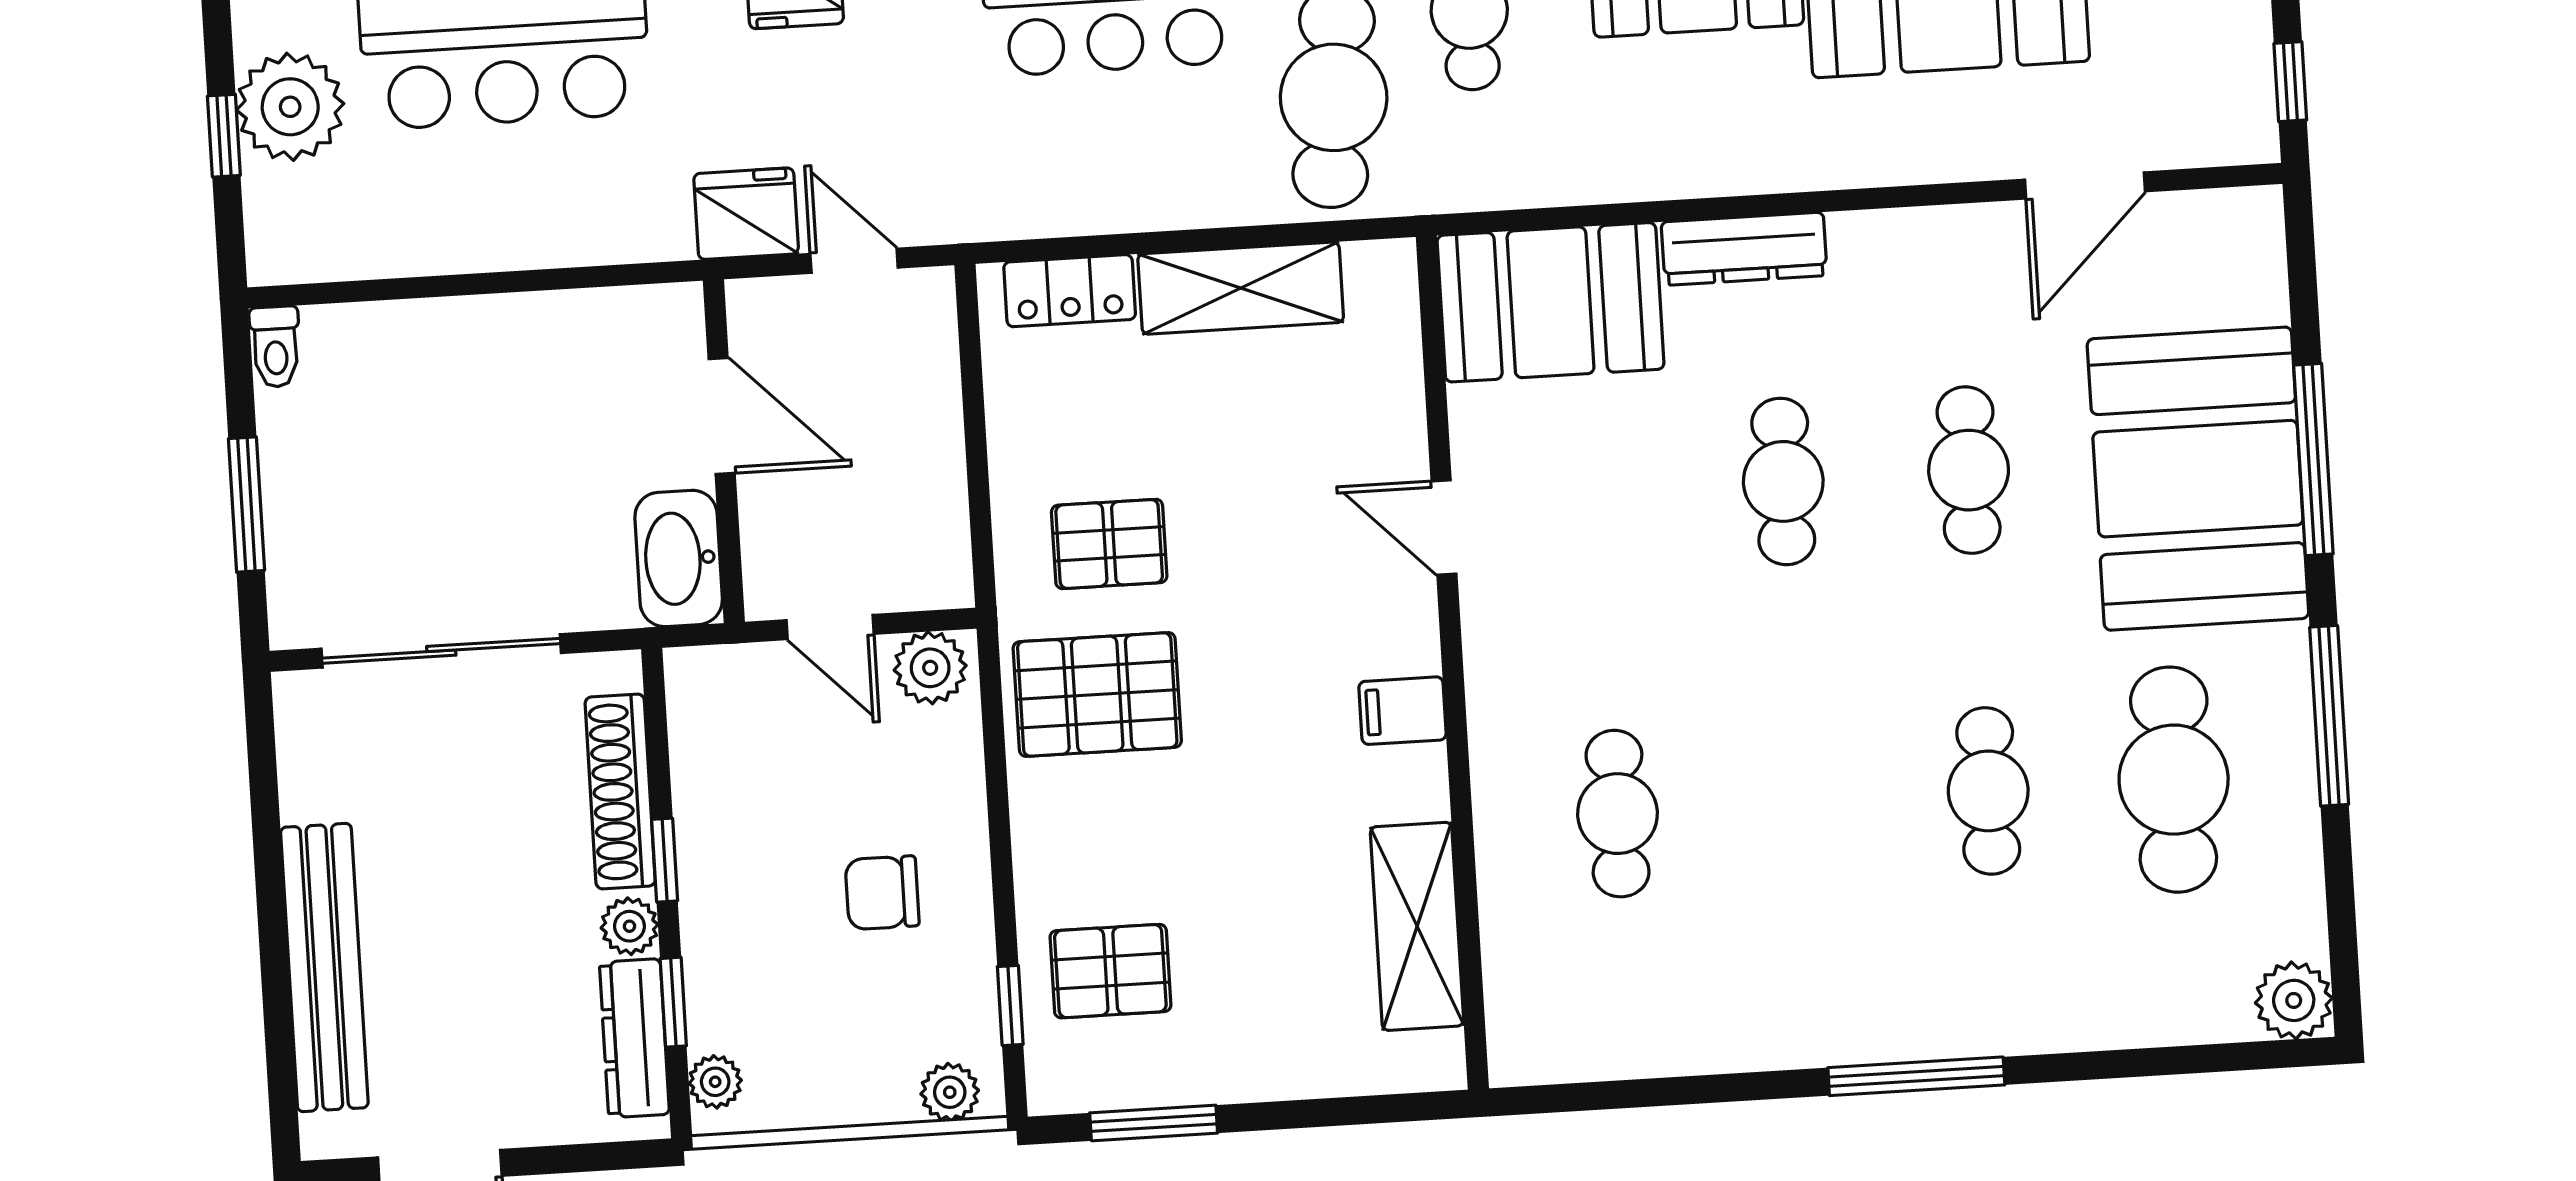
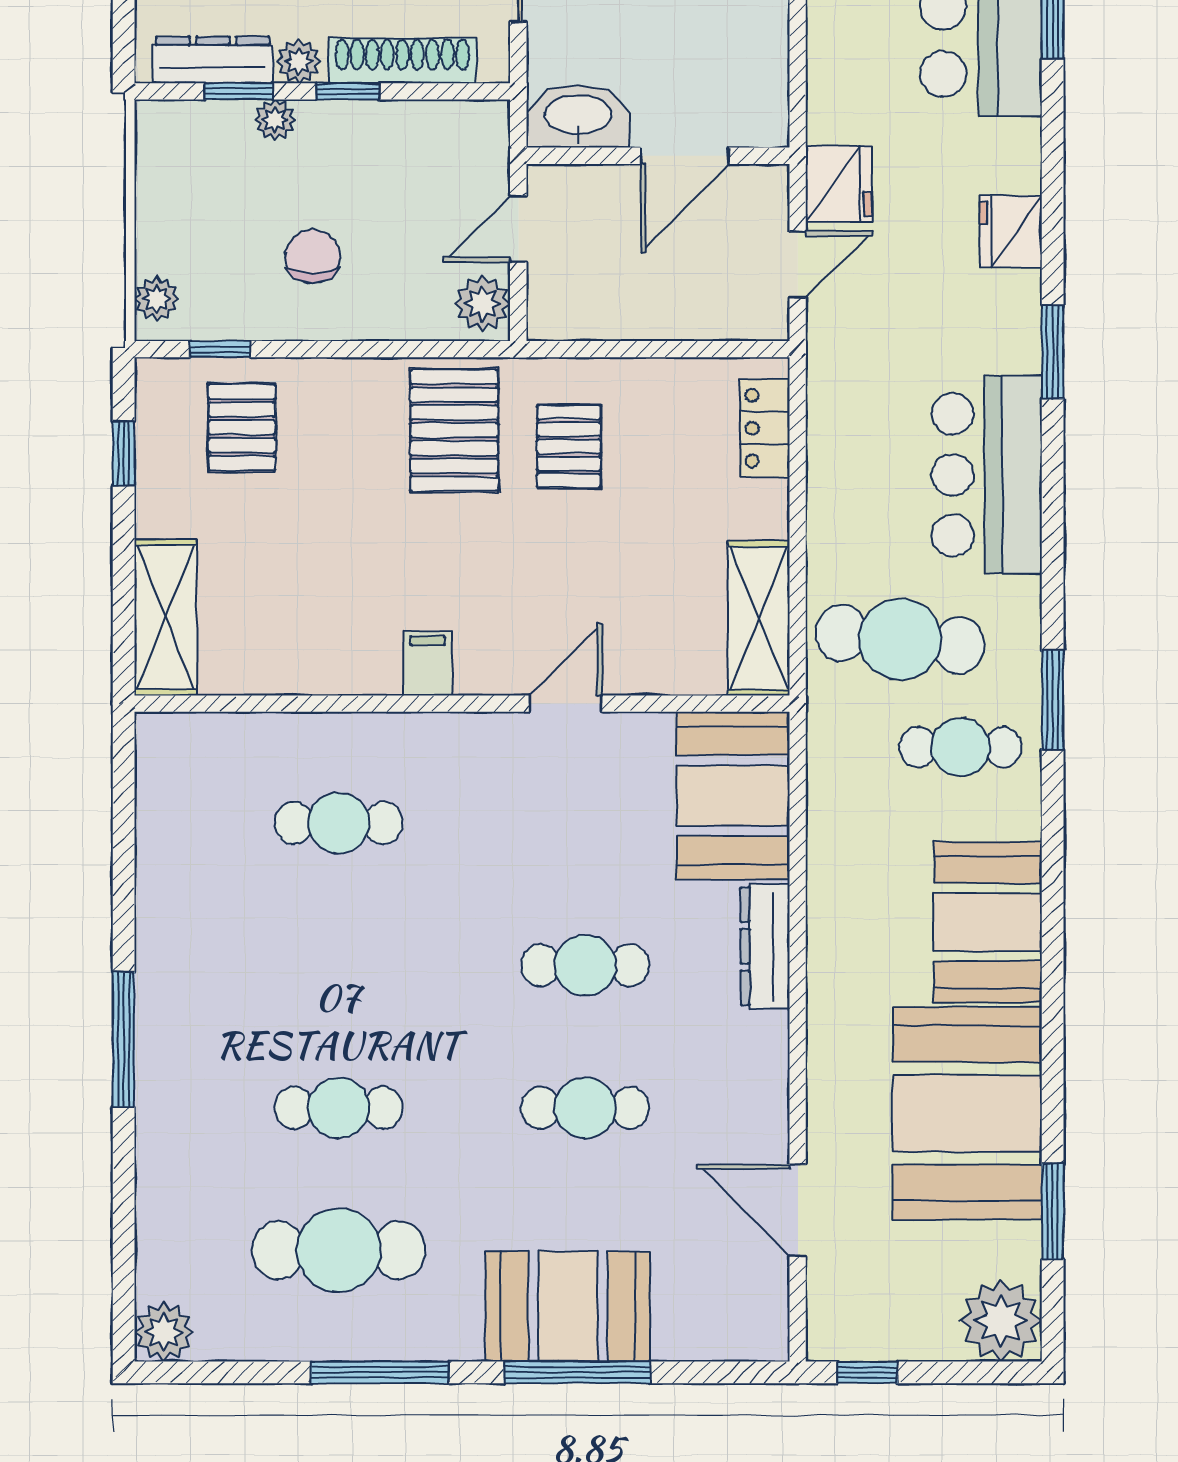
shelving: (1241, 288) -> (759, 618), moved
booth: (2198, 479) -> (568, 1306), width x0.73, depth x0.70
shelving: (1417, 926) -> (166, 617), moved, turned 90
plant: (715, 1082) -> (275, 120), moved
window: (1154, 1123) -> (124, 453), width x0.67

